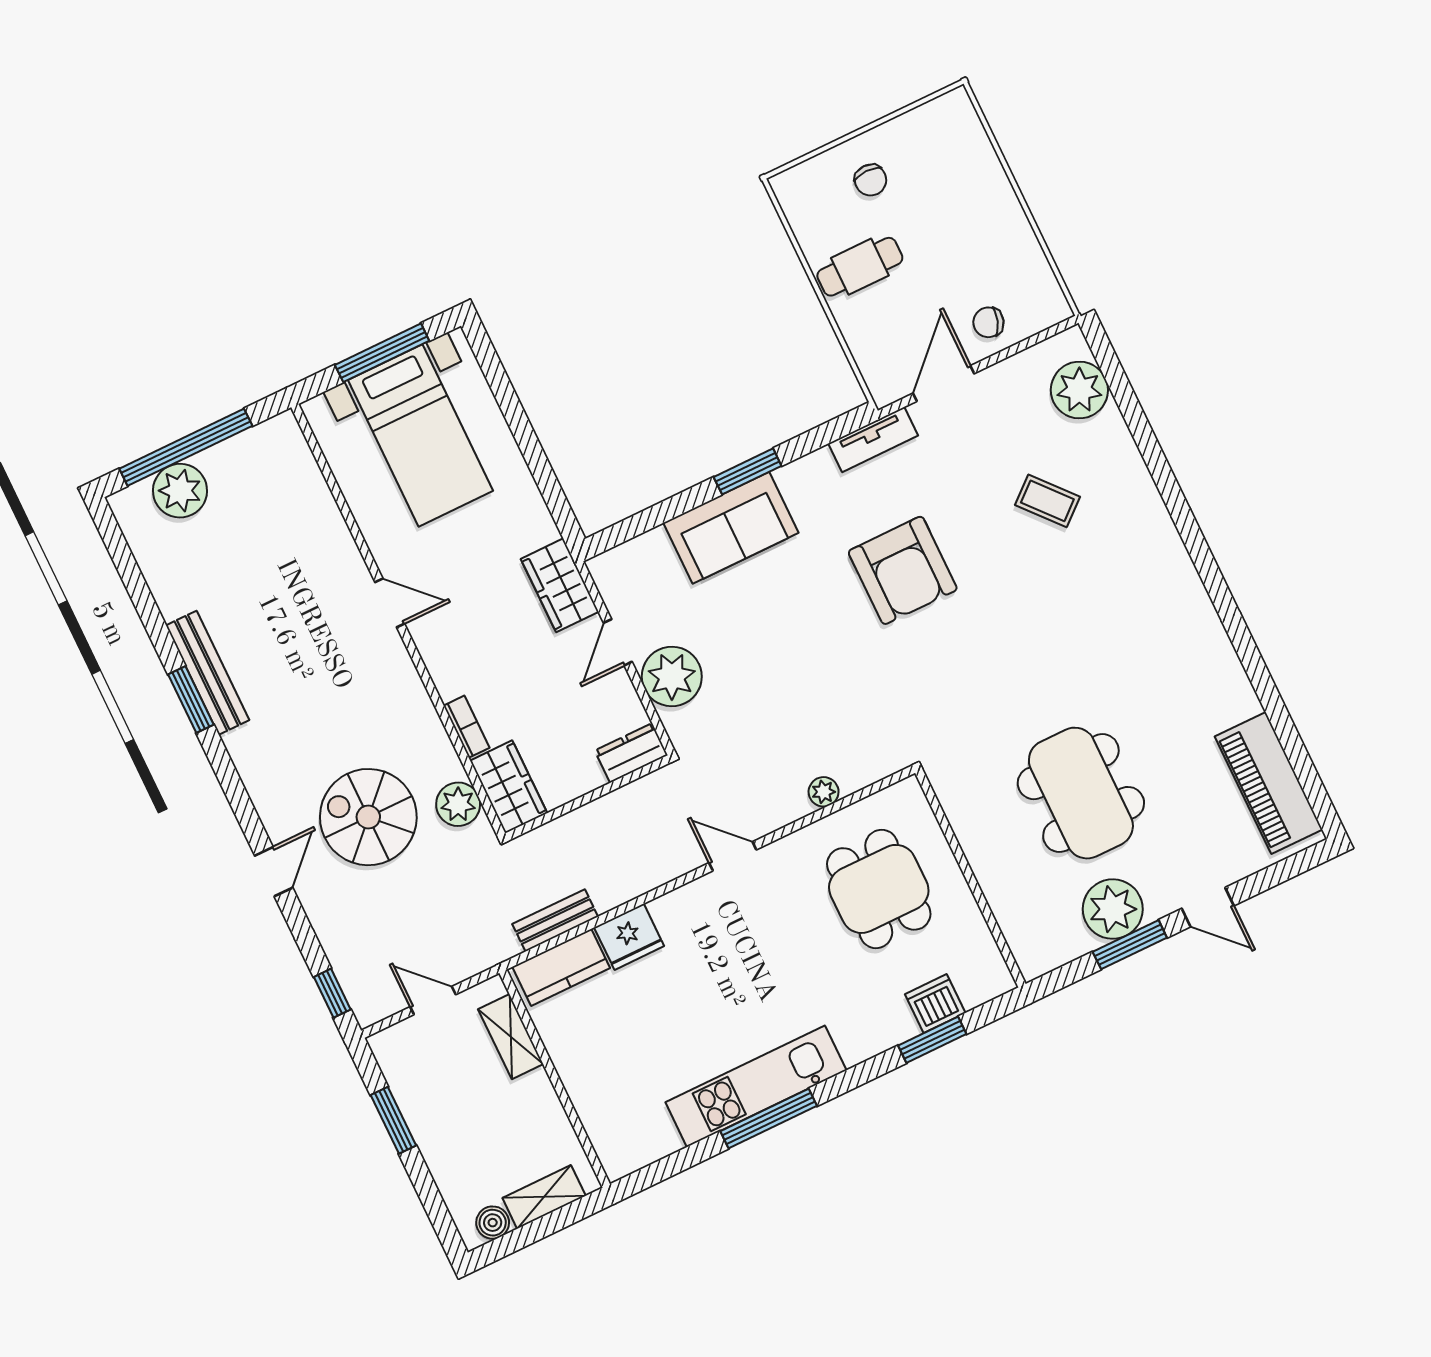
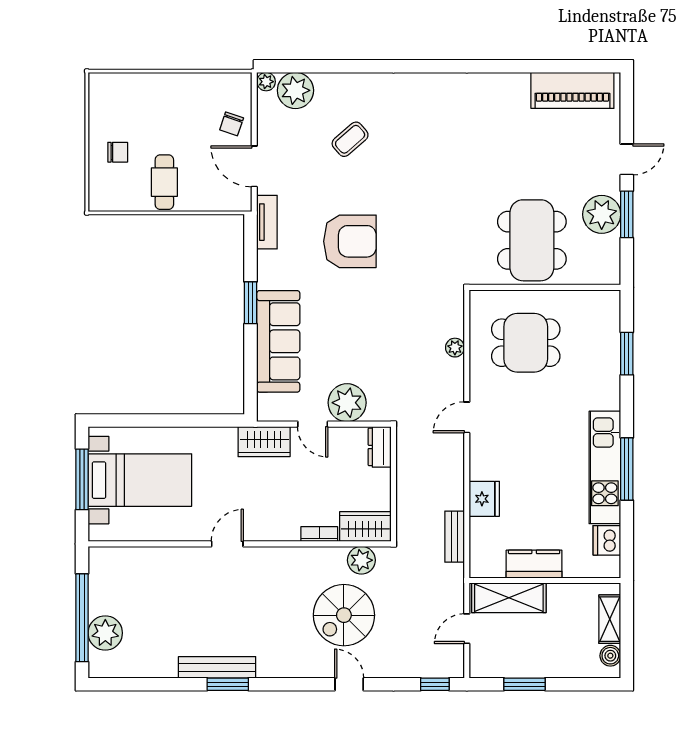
plant: (1072, 342) -> (266, 82), added
sofa: (731, 528) -> (278, 341), width x1.36
dining table: (1081, 793) -> (532, 240), moved, turned 90
kitchen counter: (561, 967) -> (534, 564), moved, turned -90
dishwasher: (935, 1004) -> (607, 540), moved
shelving: (511, 1037) -> (509, 598), width x1.50, depth x1.33

